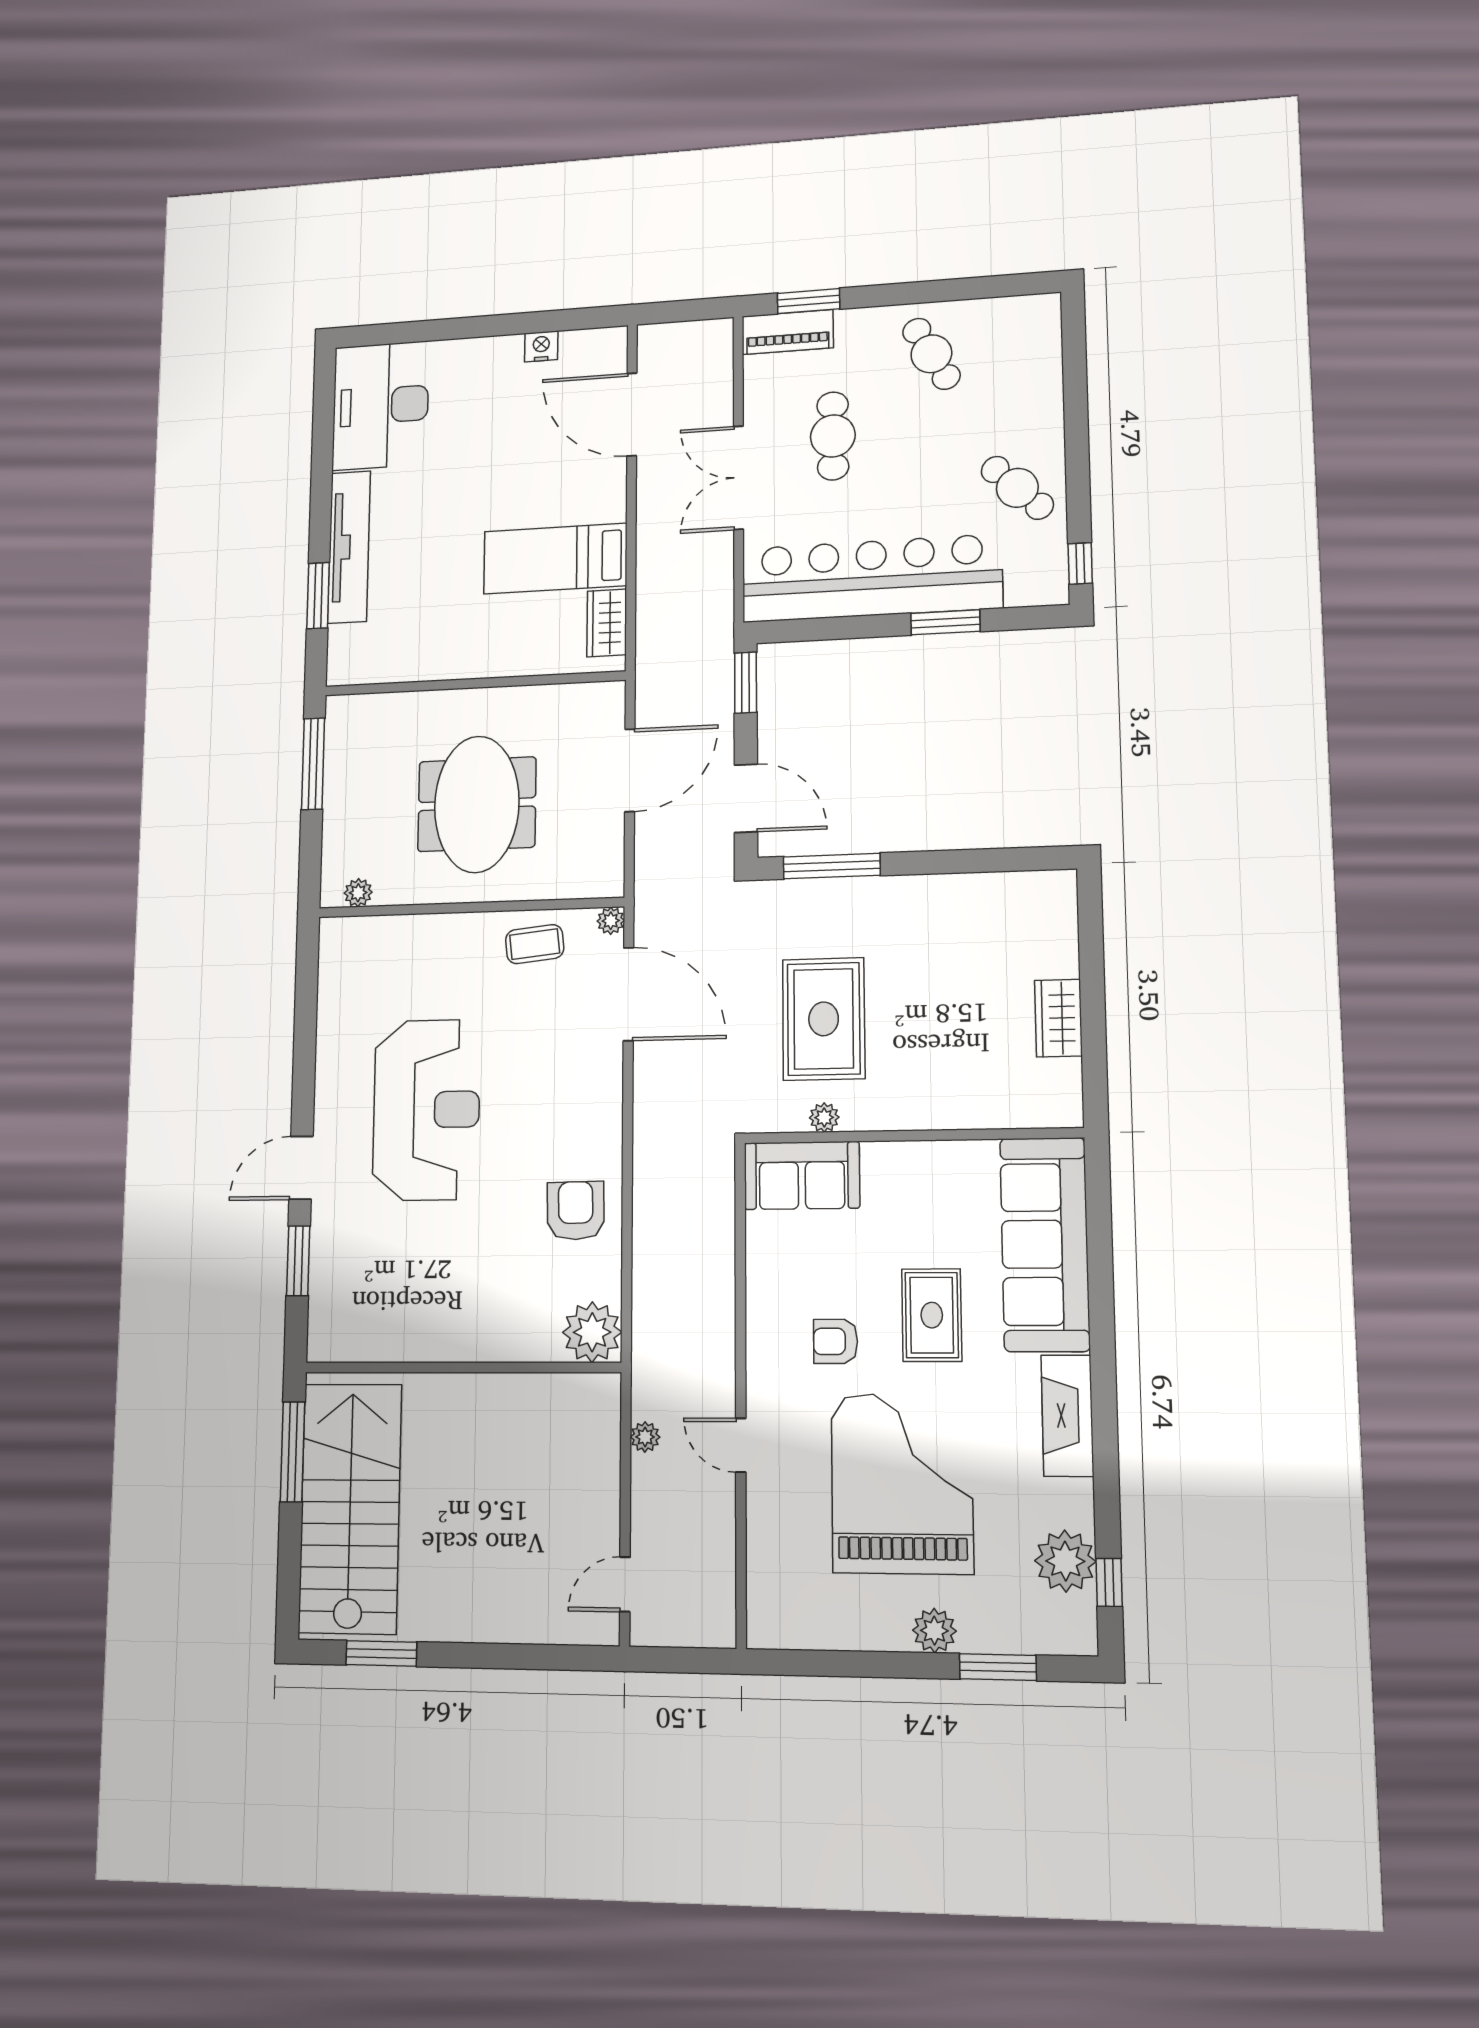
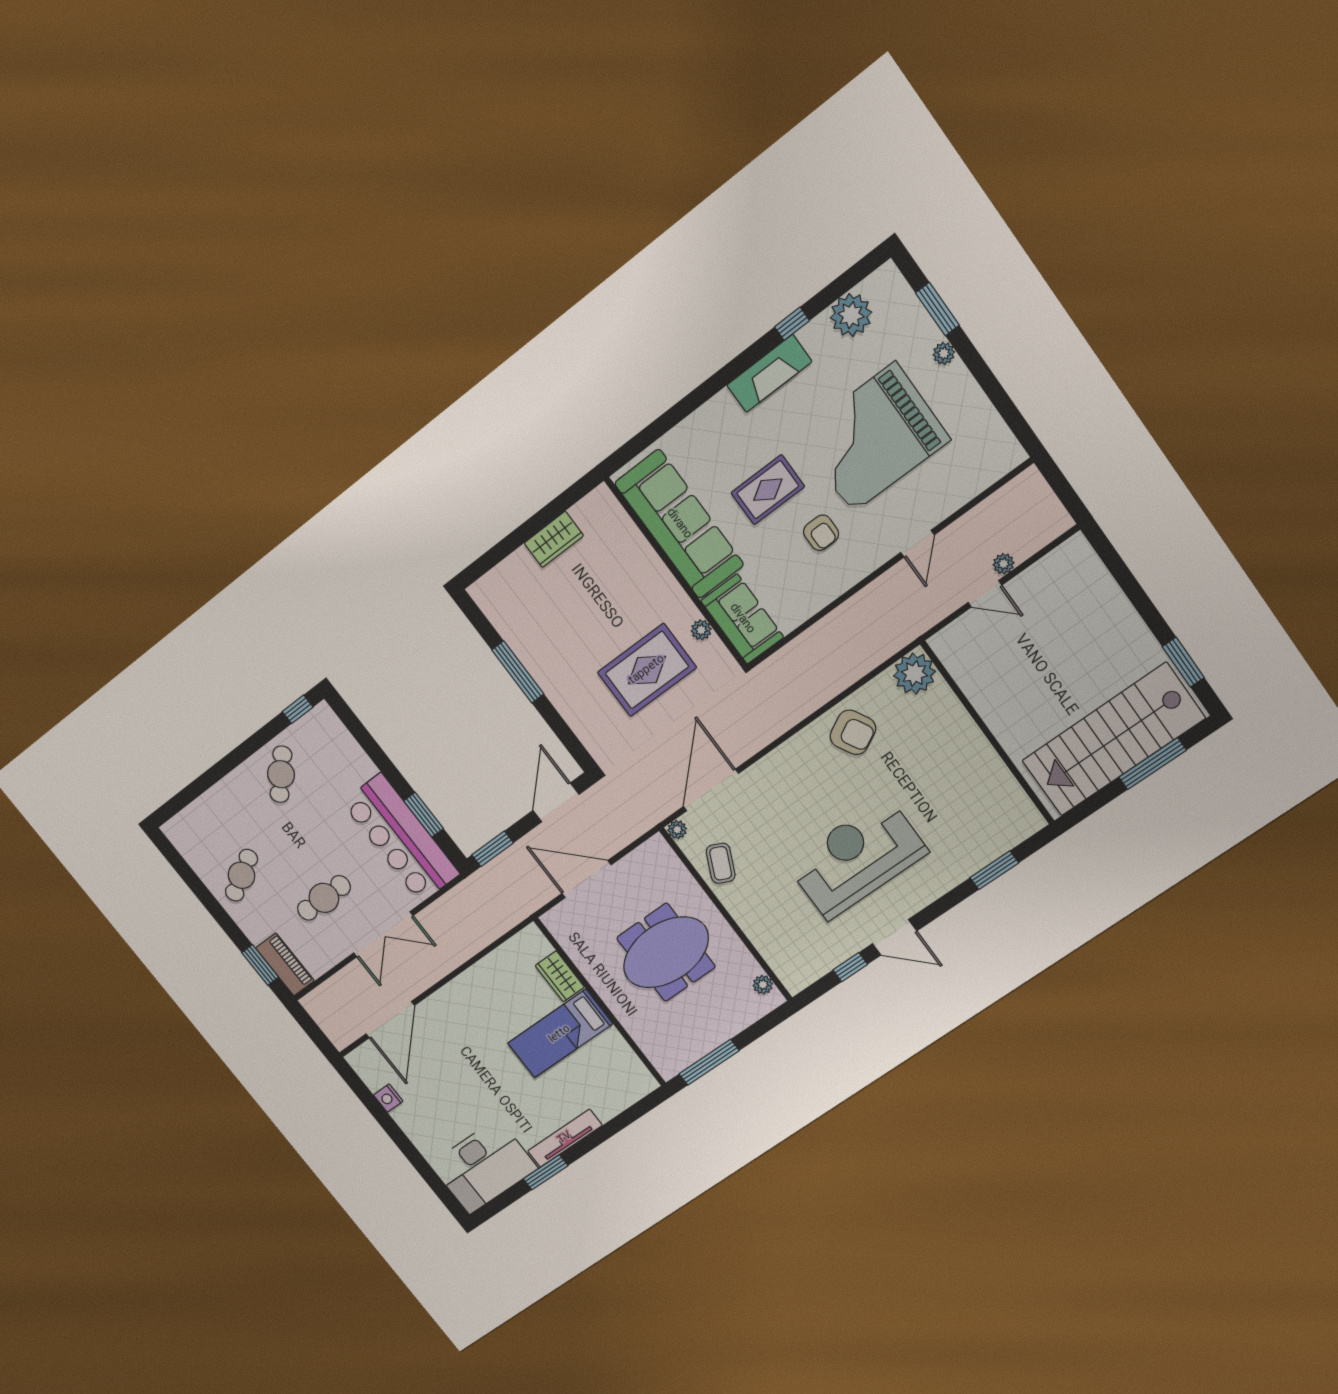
tv unit: (349, 547) -> (565, 1138), width x0.73, depth x0.78
bed: (555, 559) -> (560, 1034), moved, turned 90
bar counter: (871, 578) -> (401, 838), width x0.73
window: (318, 596) -> (545, 1172), moved
window: (945, 622) -> (424, 815), moved
wardrobe: (607, 623) -> (560, 976), moved, turned 90
window: (832, 866) -> (518, 672), moved
coffee table: (535, 944) -> (721, 863), turned 31
window: (306, 1011) -> (850, 967), added
door: (301, 1168) -> (895, 937), moved
armchair: (576, 1211) -> (853, 732), turned -117
sofa: (1045, 1244) -> (679, 524), moved, turned -90
plant: (645, 1437) -> (1004, 564), moved
window: (293, 1452) -> (1153, 764), moved
window: (1109, 1582) -> (792, 324), moved
door: (625, 1584) -> (985, 594), moved
plant: (934, 1631) -> (944, 353), width x0.73, depth x0.73

